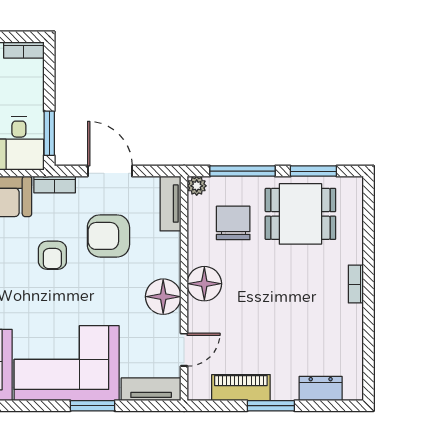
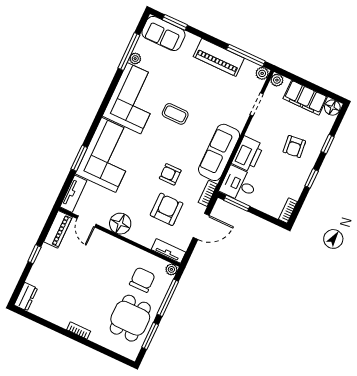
chair: (233, 223) -> (142, 280), turned -90
floor lamp: (204, 284) -> (117, 249), removed
piano: (241, 388) -> (58, 229), moved
dresser: (321, 389) -> (26, 297), moved
window: (271, 406) -> (34, 254), width x0.67

